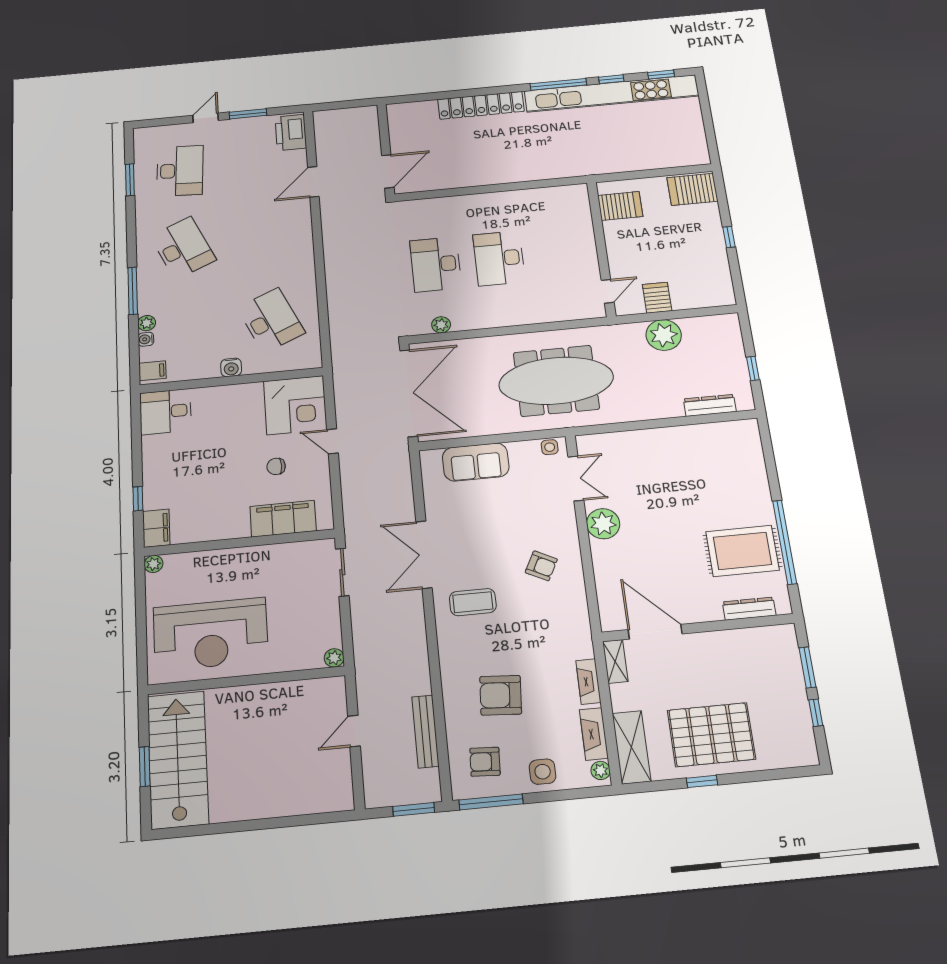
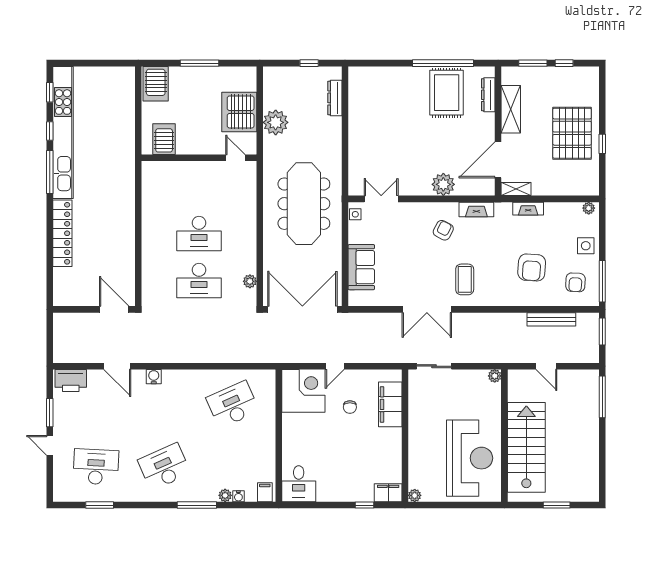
window: (729, 237) -> (200, 63), width x2.17
server rack: (657, 298) -> (239, 112), width x2.18, depth x1.44
water cooler: (231, 367) -> (154, 377), moved, turned -90
plant: (603, 524) -> (443, 184), moved
fireplace: (594, 734) -> (476, 209), moved
shelving: (631, 747) -> (511, 109), moved, turned 90
stairs: (178, 760) -> (526, 447), moved, turned 90
window: (313, 819) -> (602, 397), added

